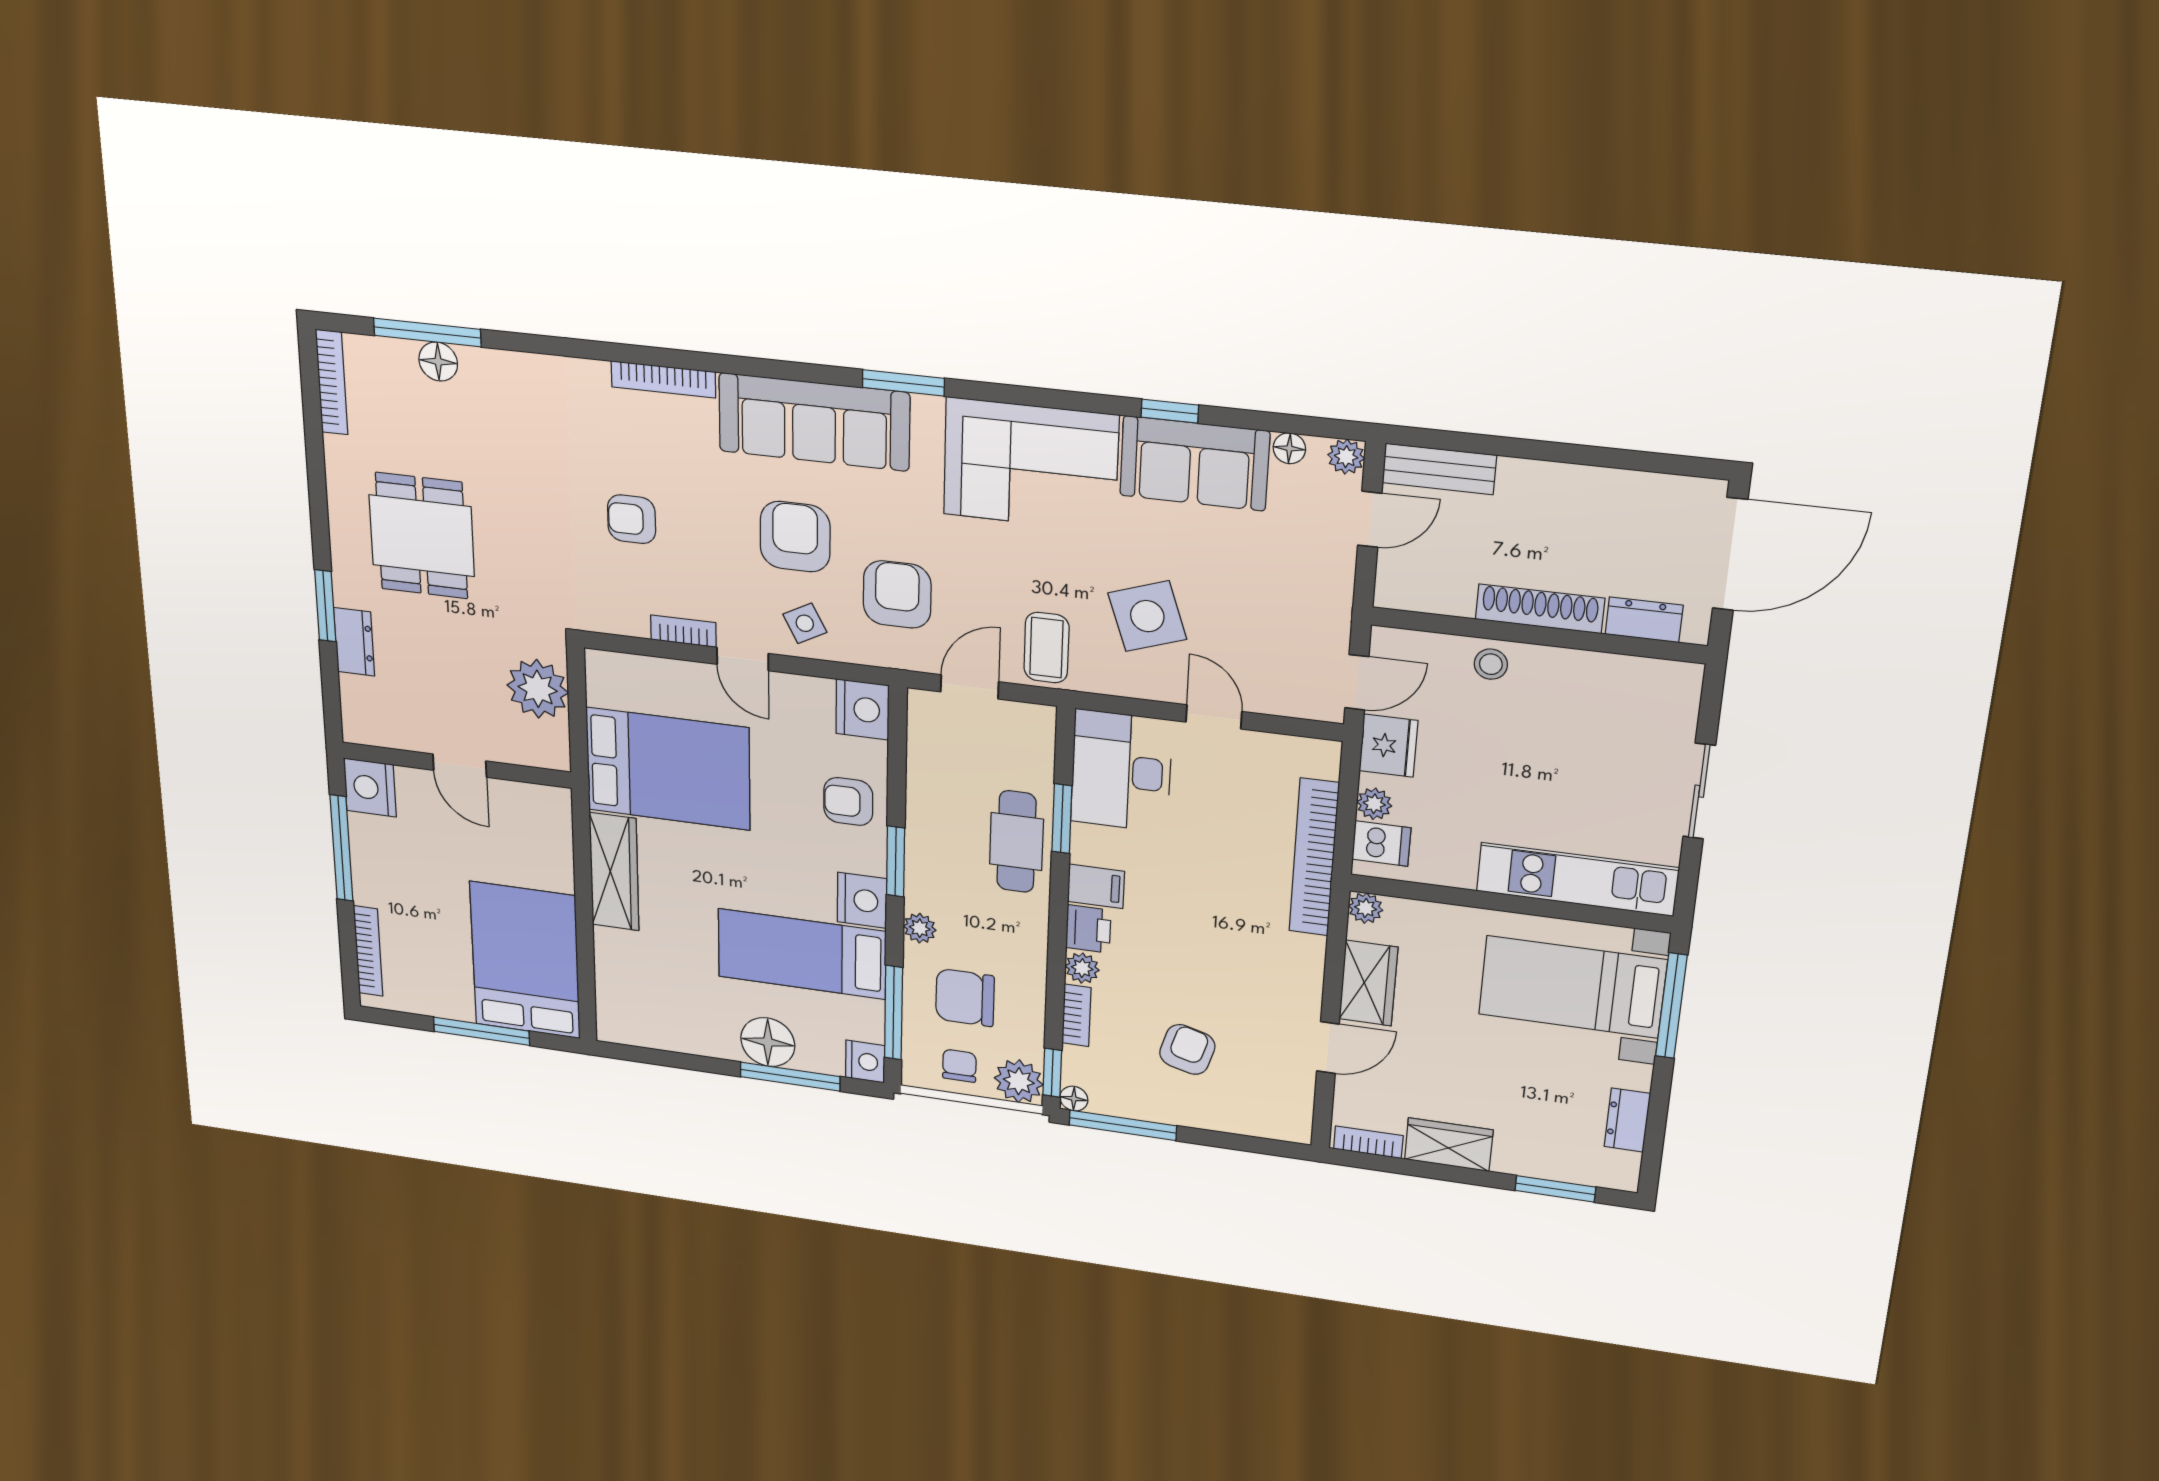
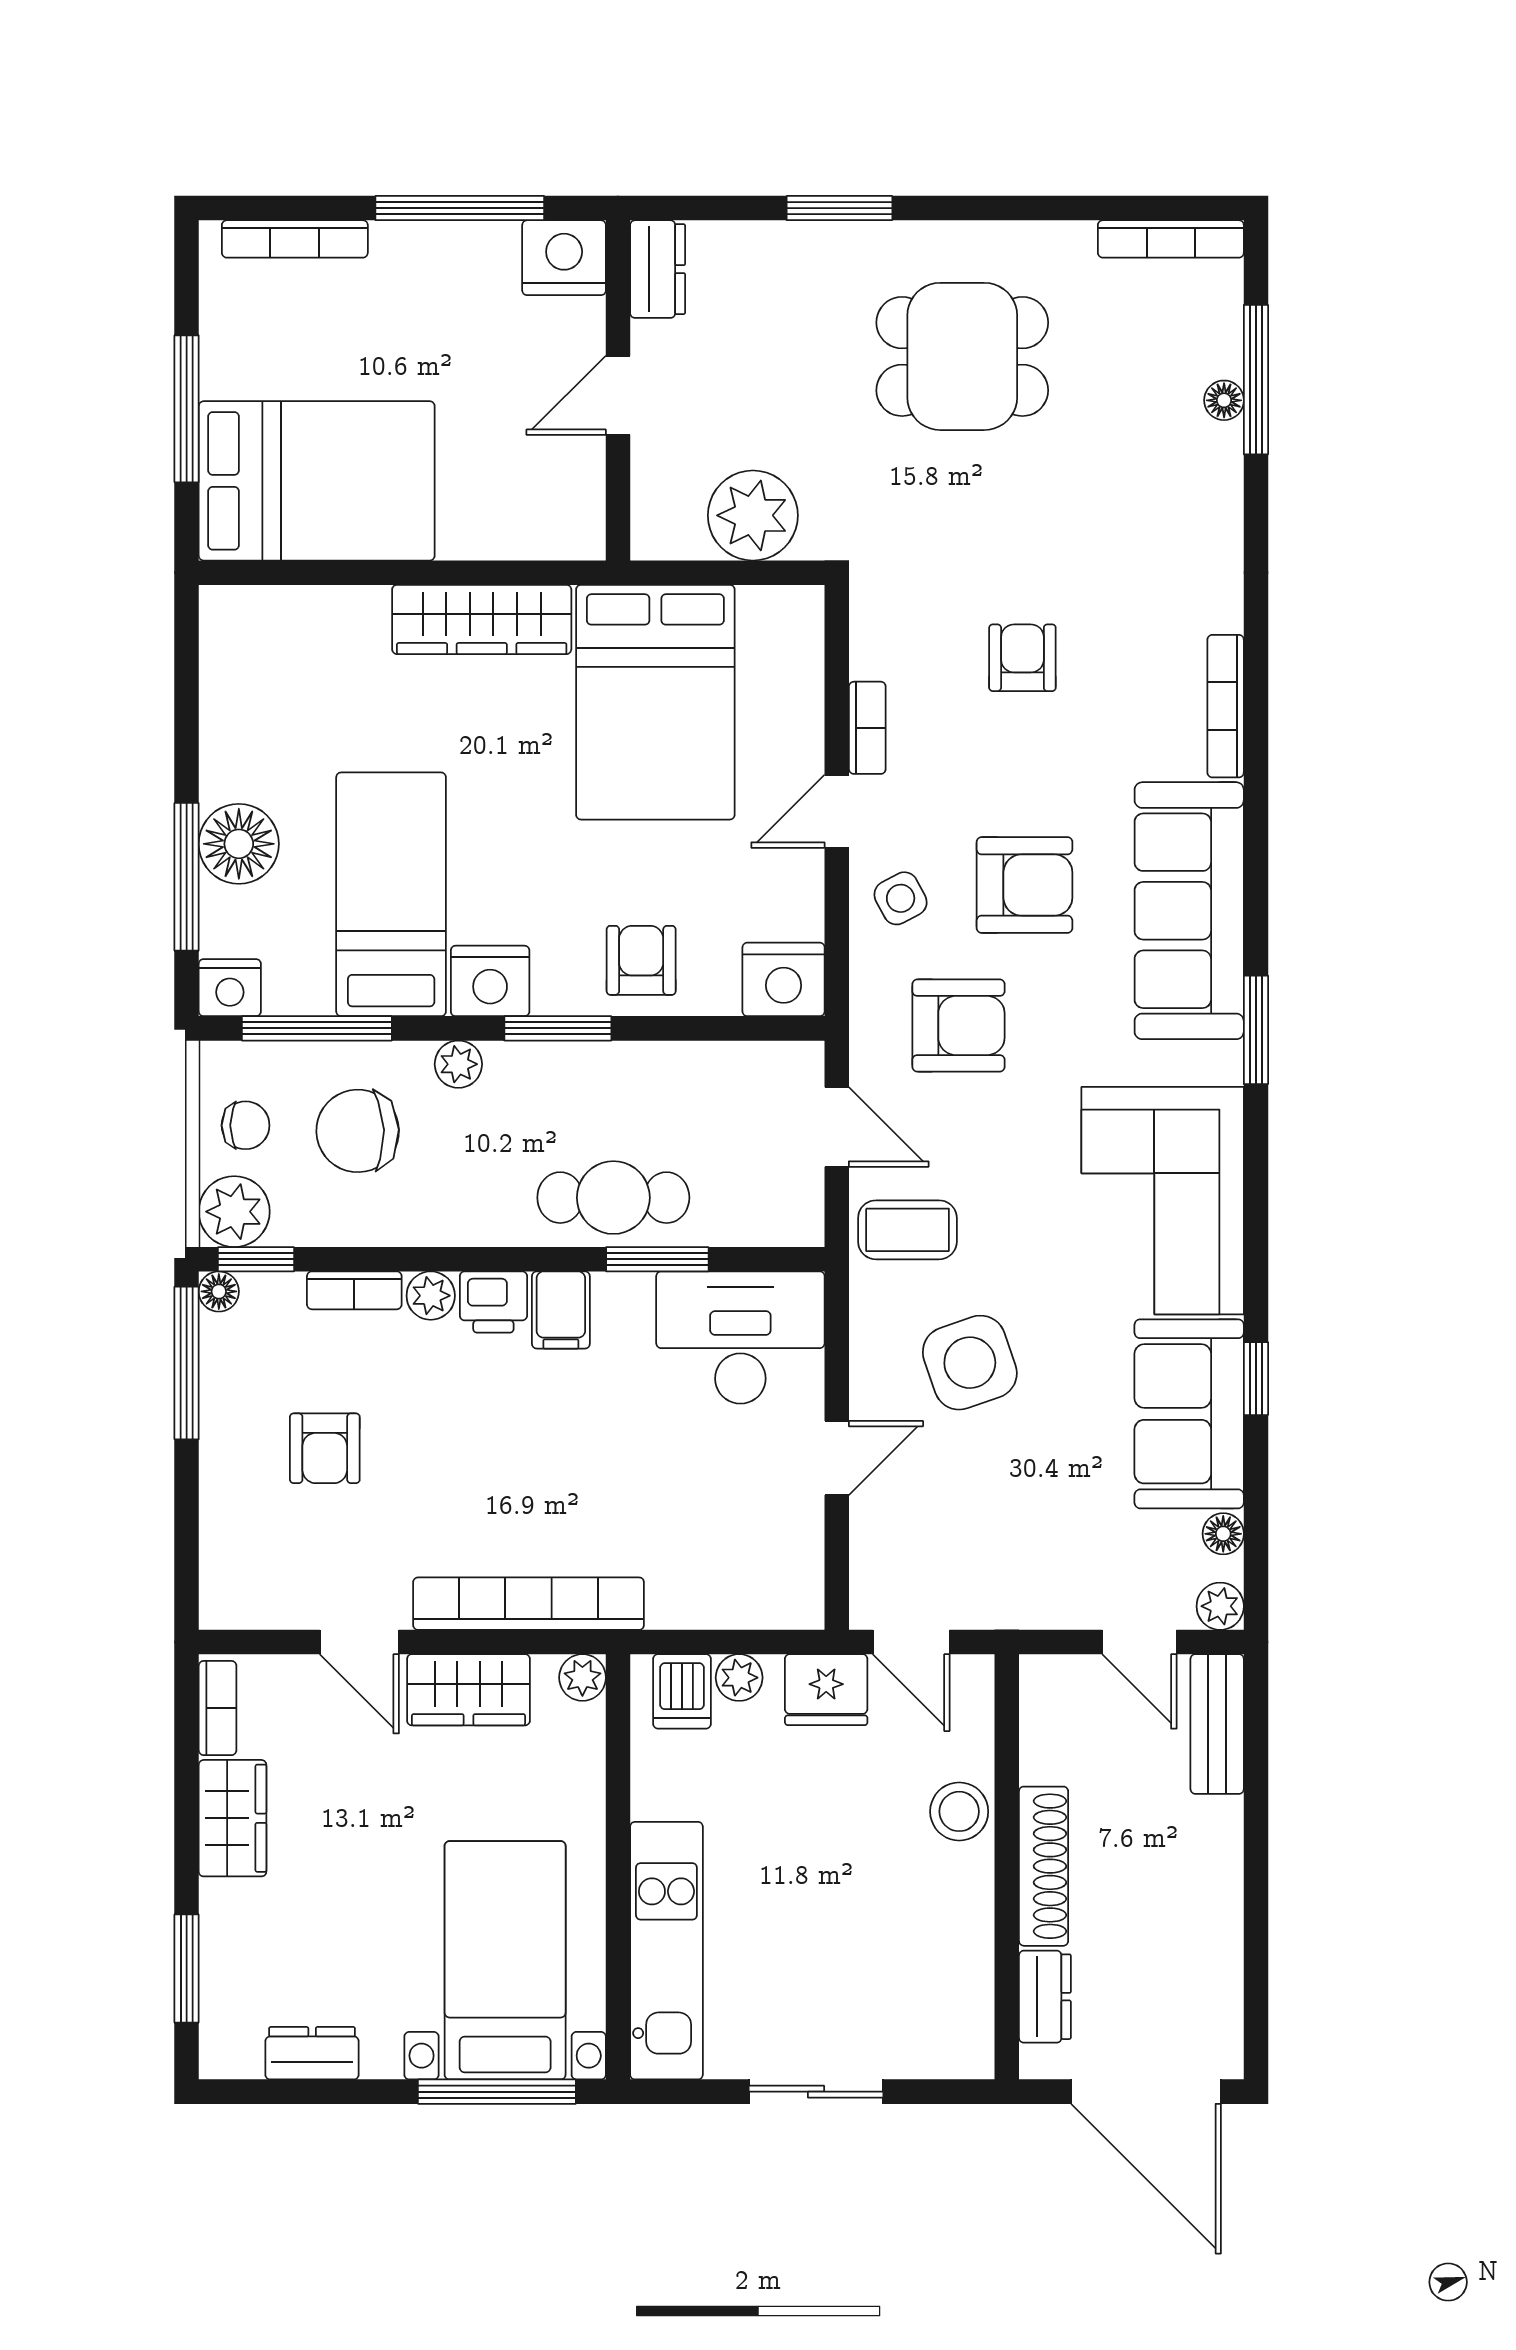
floor lamp: (438, 362) -> (1224, 400), width x0.73, depth x0.73
dresser: (354, 642) -> (658, 269), moved, turned -90
stool: (1491, 664) -> (959, 1811), width x1.37, depth x1.37
bookcase: (1314, 857) -> (529, 1604), moved
chair: (965, 998) -> (358, 1131), turned -92
armchair: (1187, 1049) -> (325, 1448), turned 74

